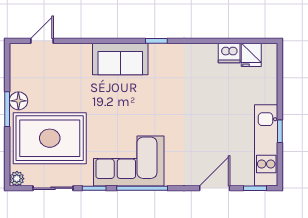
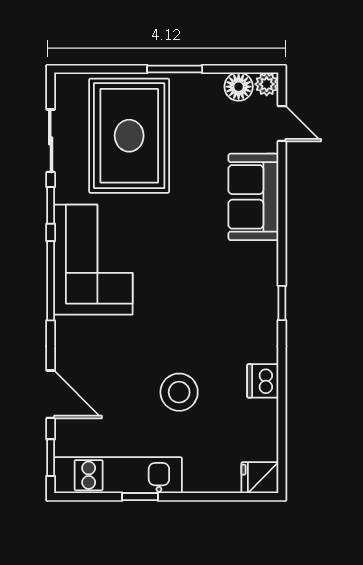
dishwasher: (229, 53) -> (263, 381), moved
fridge: (251, 55) -> (260, 478), moved
sofa: (120, 59) -> (253, 197), moved
floor lamp: (18, 101) -> (239, 87), moved
stool: (213, 106) -> (179, 392), added
plant: (17, 179) -> (267, 84), moved

